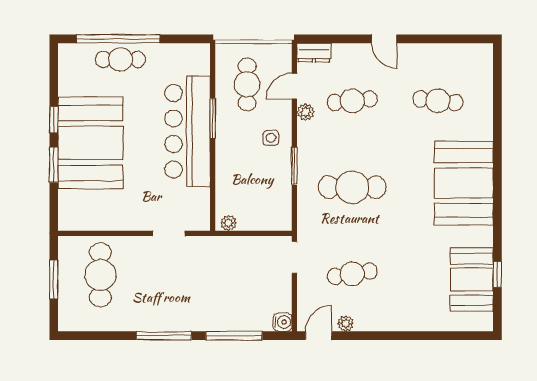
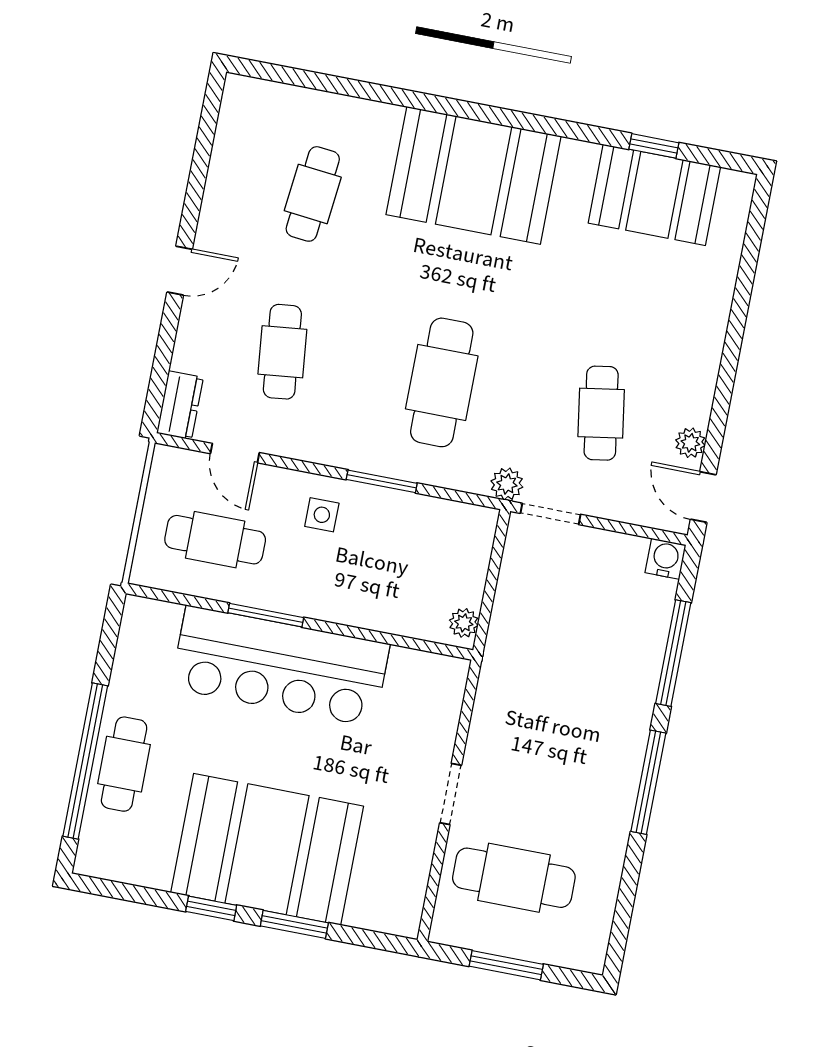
plant: (306, 112) -> (507, 484), moved
doorway: (169, 233) -> (451, 794), moved

